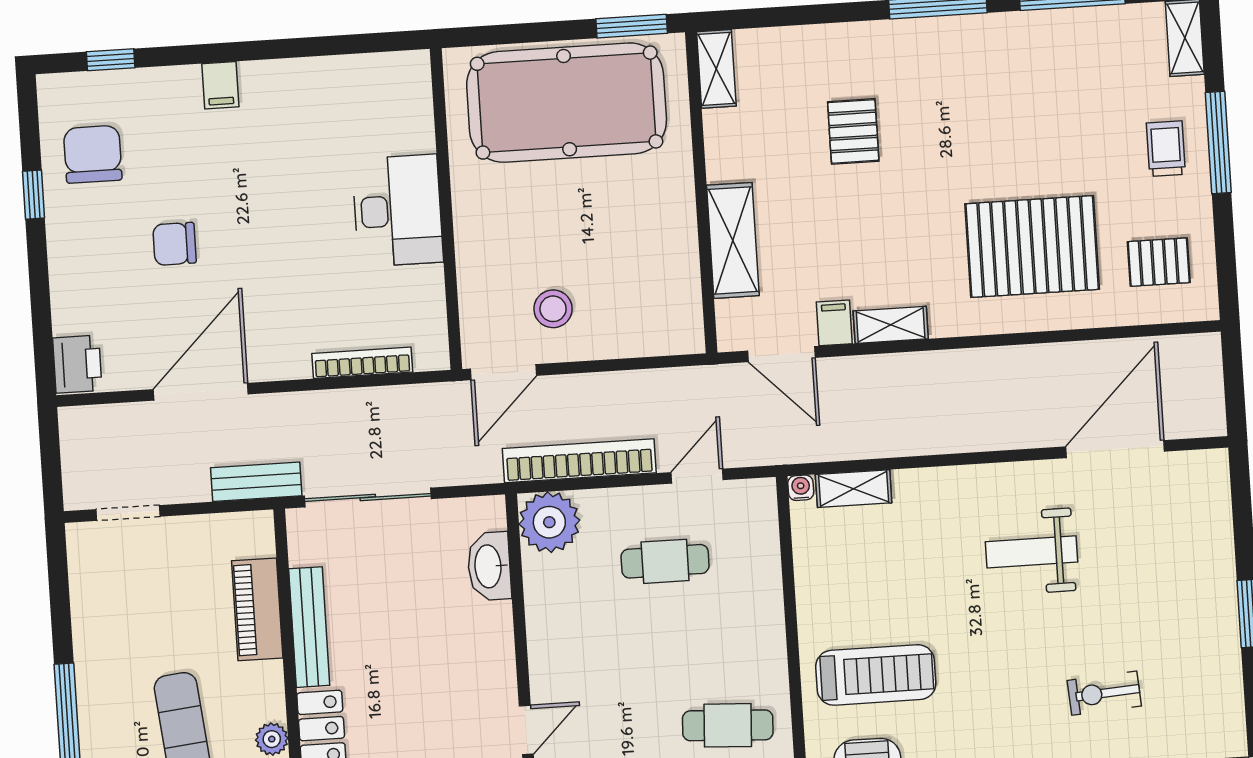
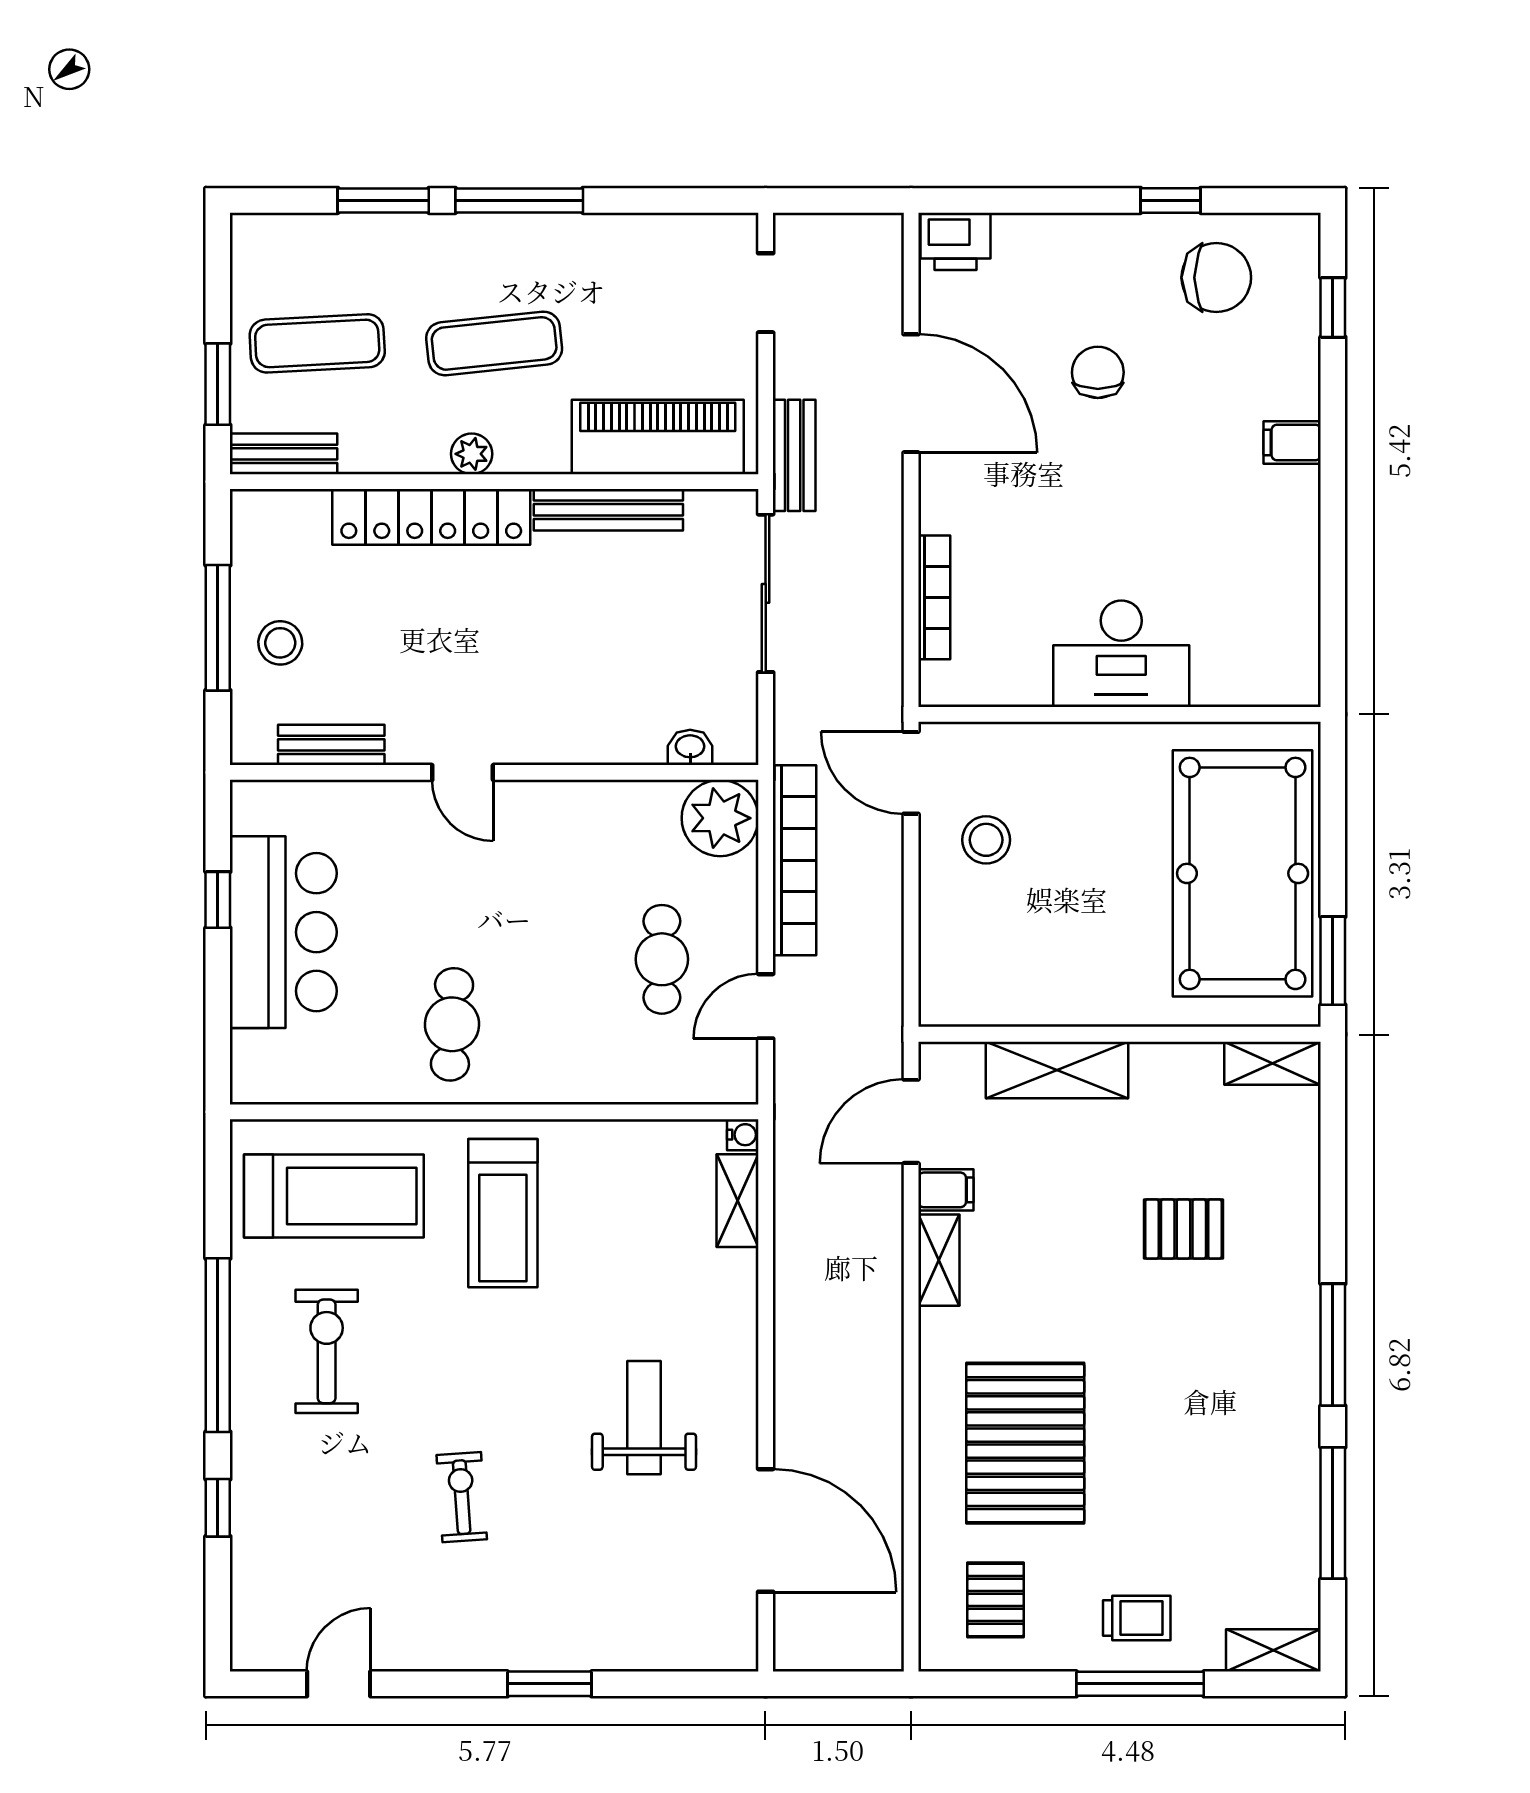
door: (697, 476) -> (766, 1006), swing flipped
washbasin: (489, 566) -> (690, 747), width x0.52, depth x0.69
piano: (257, 609) -> (658, 437), width x1.37, depth x1.33

